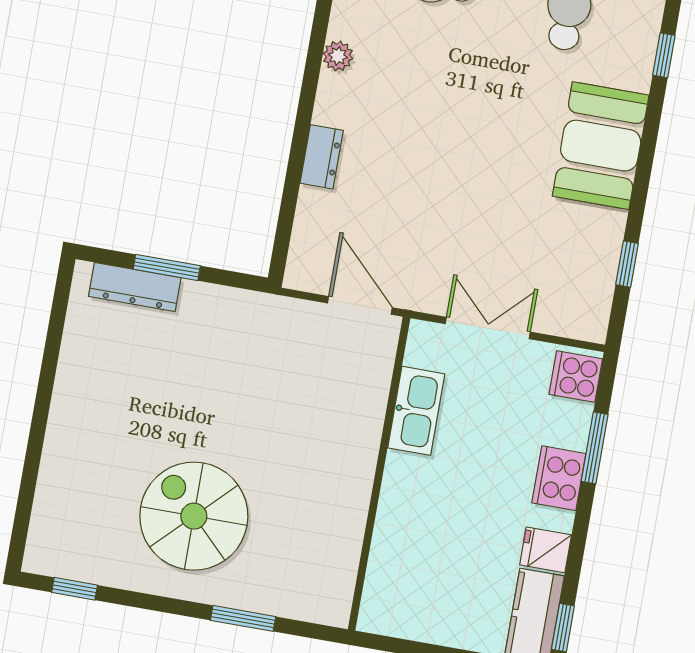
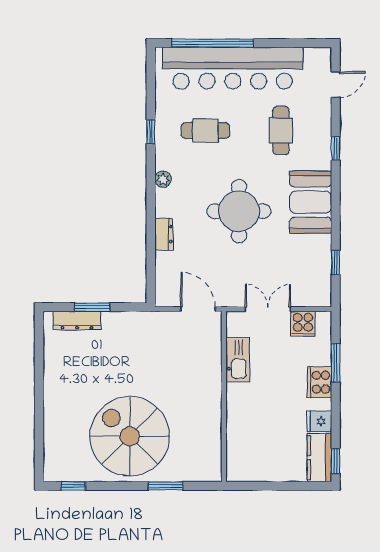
round table: (467, 139) -> (239, 211), added
cooker: (576, 377) -> (303, 324), moved, turned -90
spiral stairs: (194, 516) -> (130, 436), width x1.37, depth x1.37

